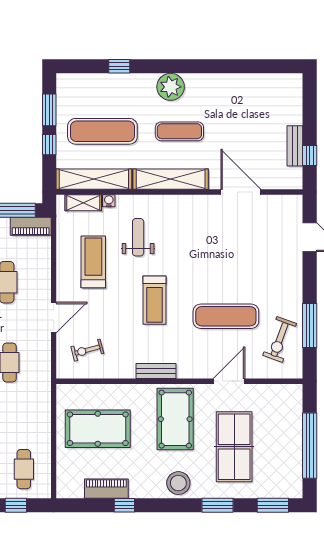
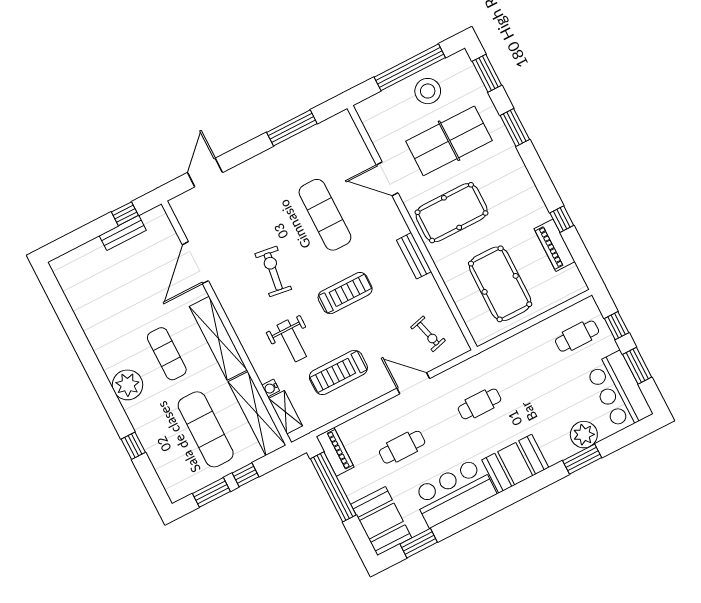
weight bench: (138, 237) -> (292, 341), turned -90
exercise bike: (280, 339) -> (273, 271), moved, turned -102
stool: (178, 483) -> (428, 91), moved

